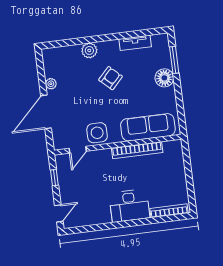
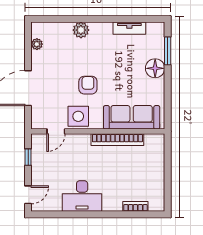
armchair: (111, 78) -> (88, 85), moved, turned -43
plant: (51, 84) -> (37, 44), moved
desk: (129, 206) -> (82, 196), moved
bookcase: (169, 211) -> (135, 206), width x0.64

